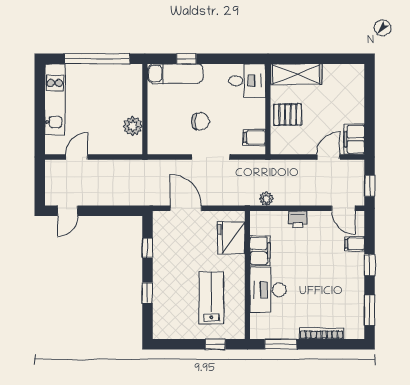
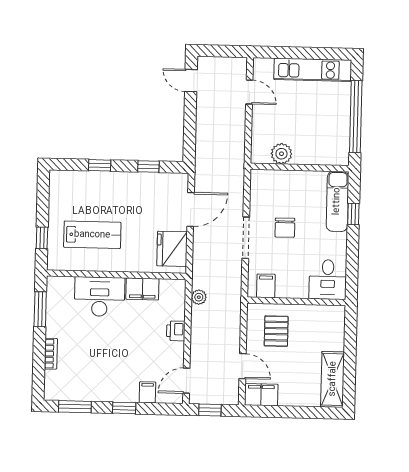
shelving: (296, 74) -> (333, 379), moved
pallet: (288, 115) -> (276, 331), moved
fridge: (231, 238) -> (172, 249), moved, turned -90
bookcase: (321, 333) -> (51, 354), width x0.64

